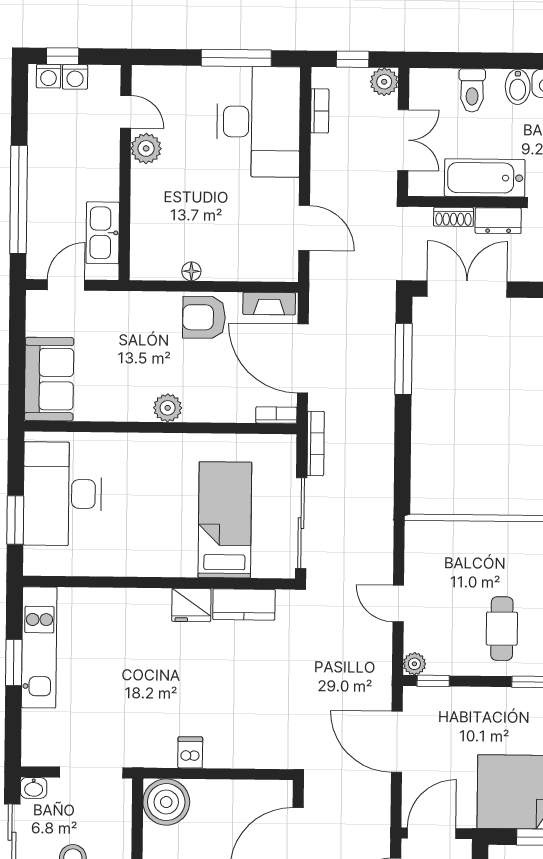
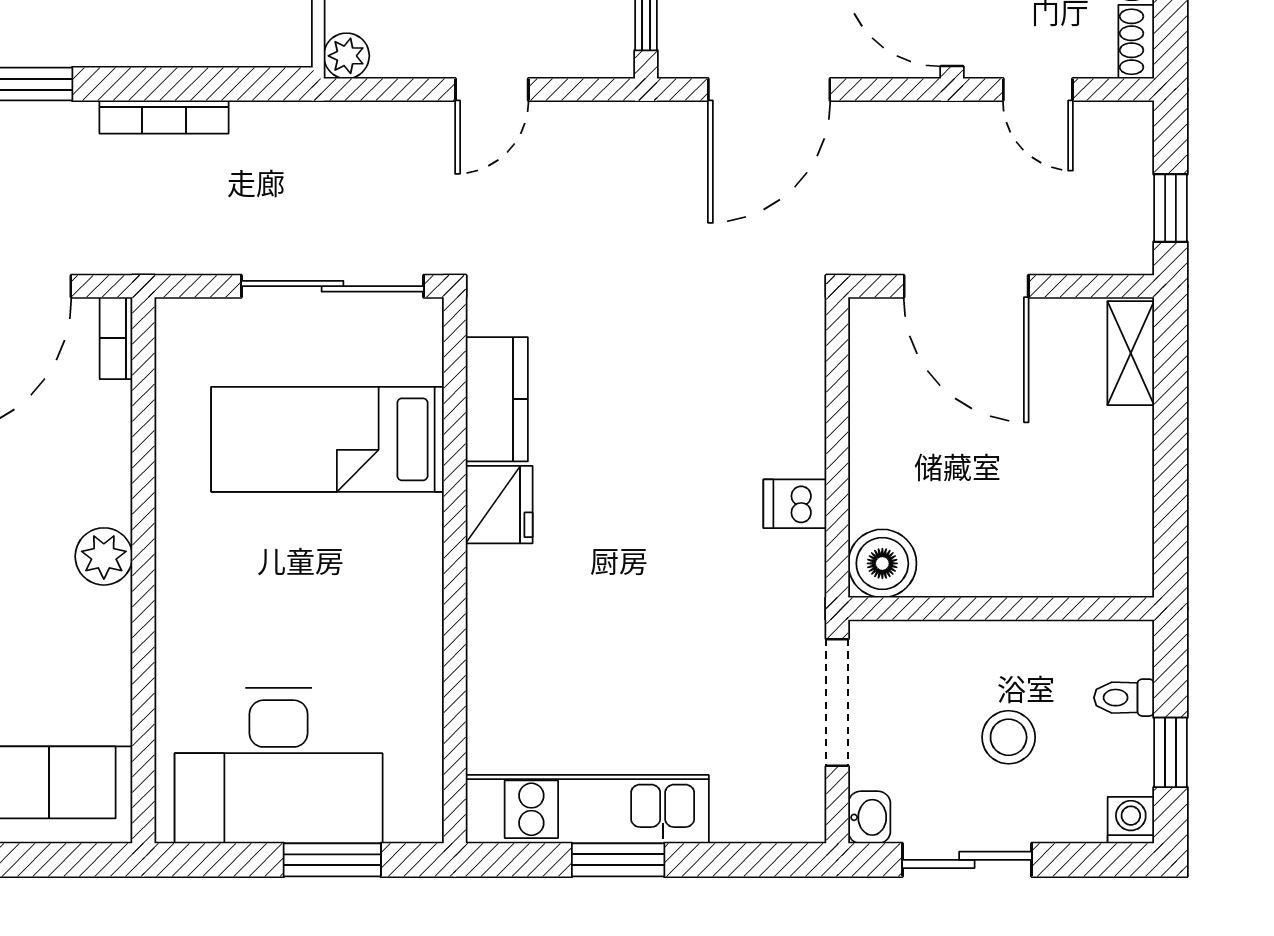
bookcase: (316, 443) -> (164, 117), moved, turned 180
plant: (414, 664) -> (346, 56), moved
boiler: (166, 802) -> (882, 563), width x0.73, depth x0.73

